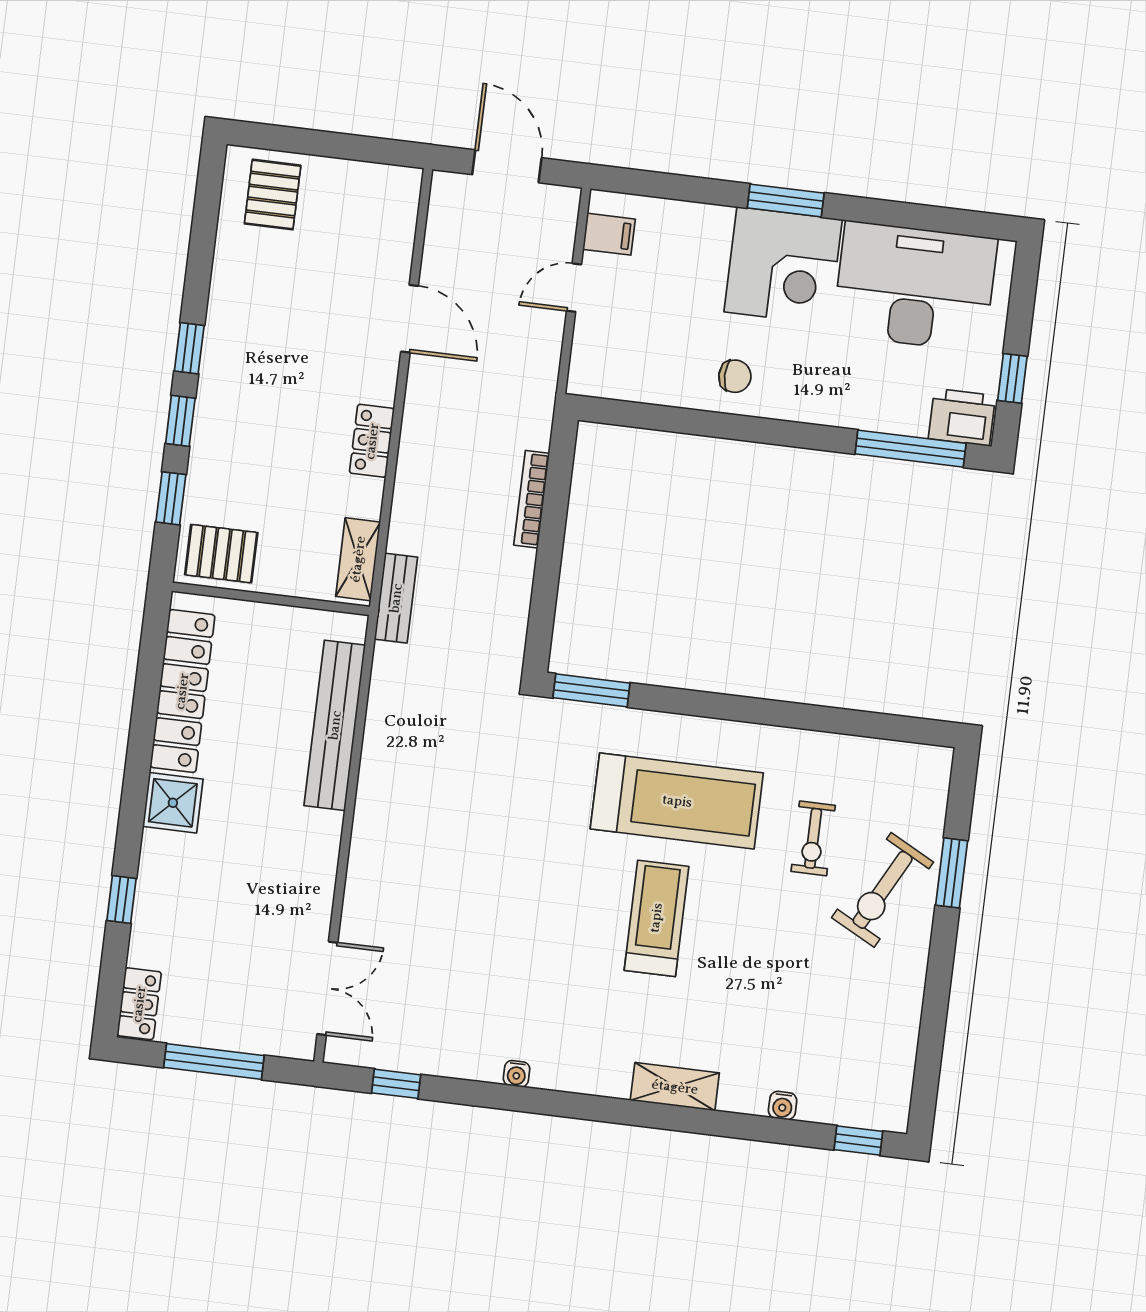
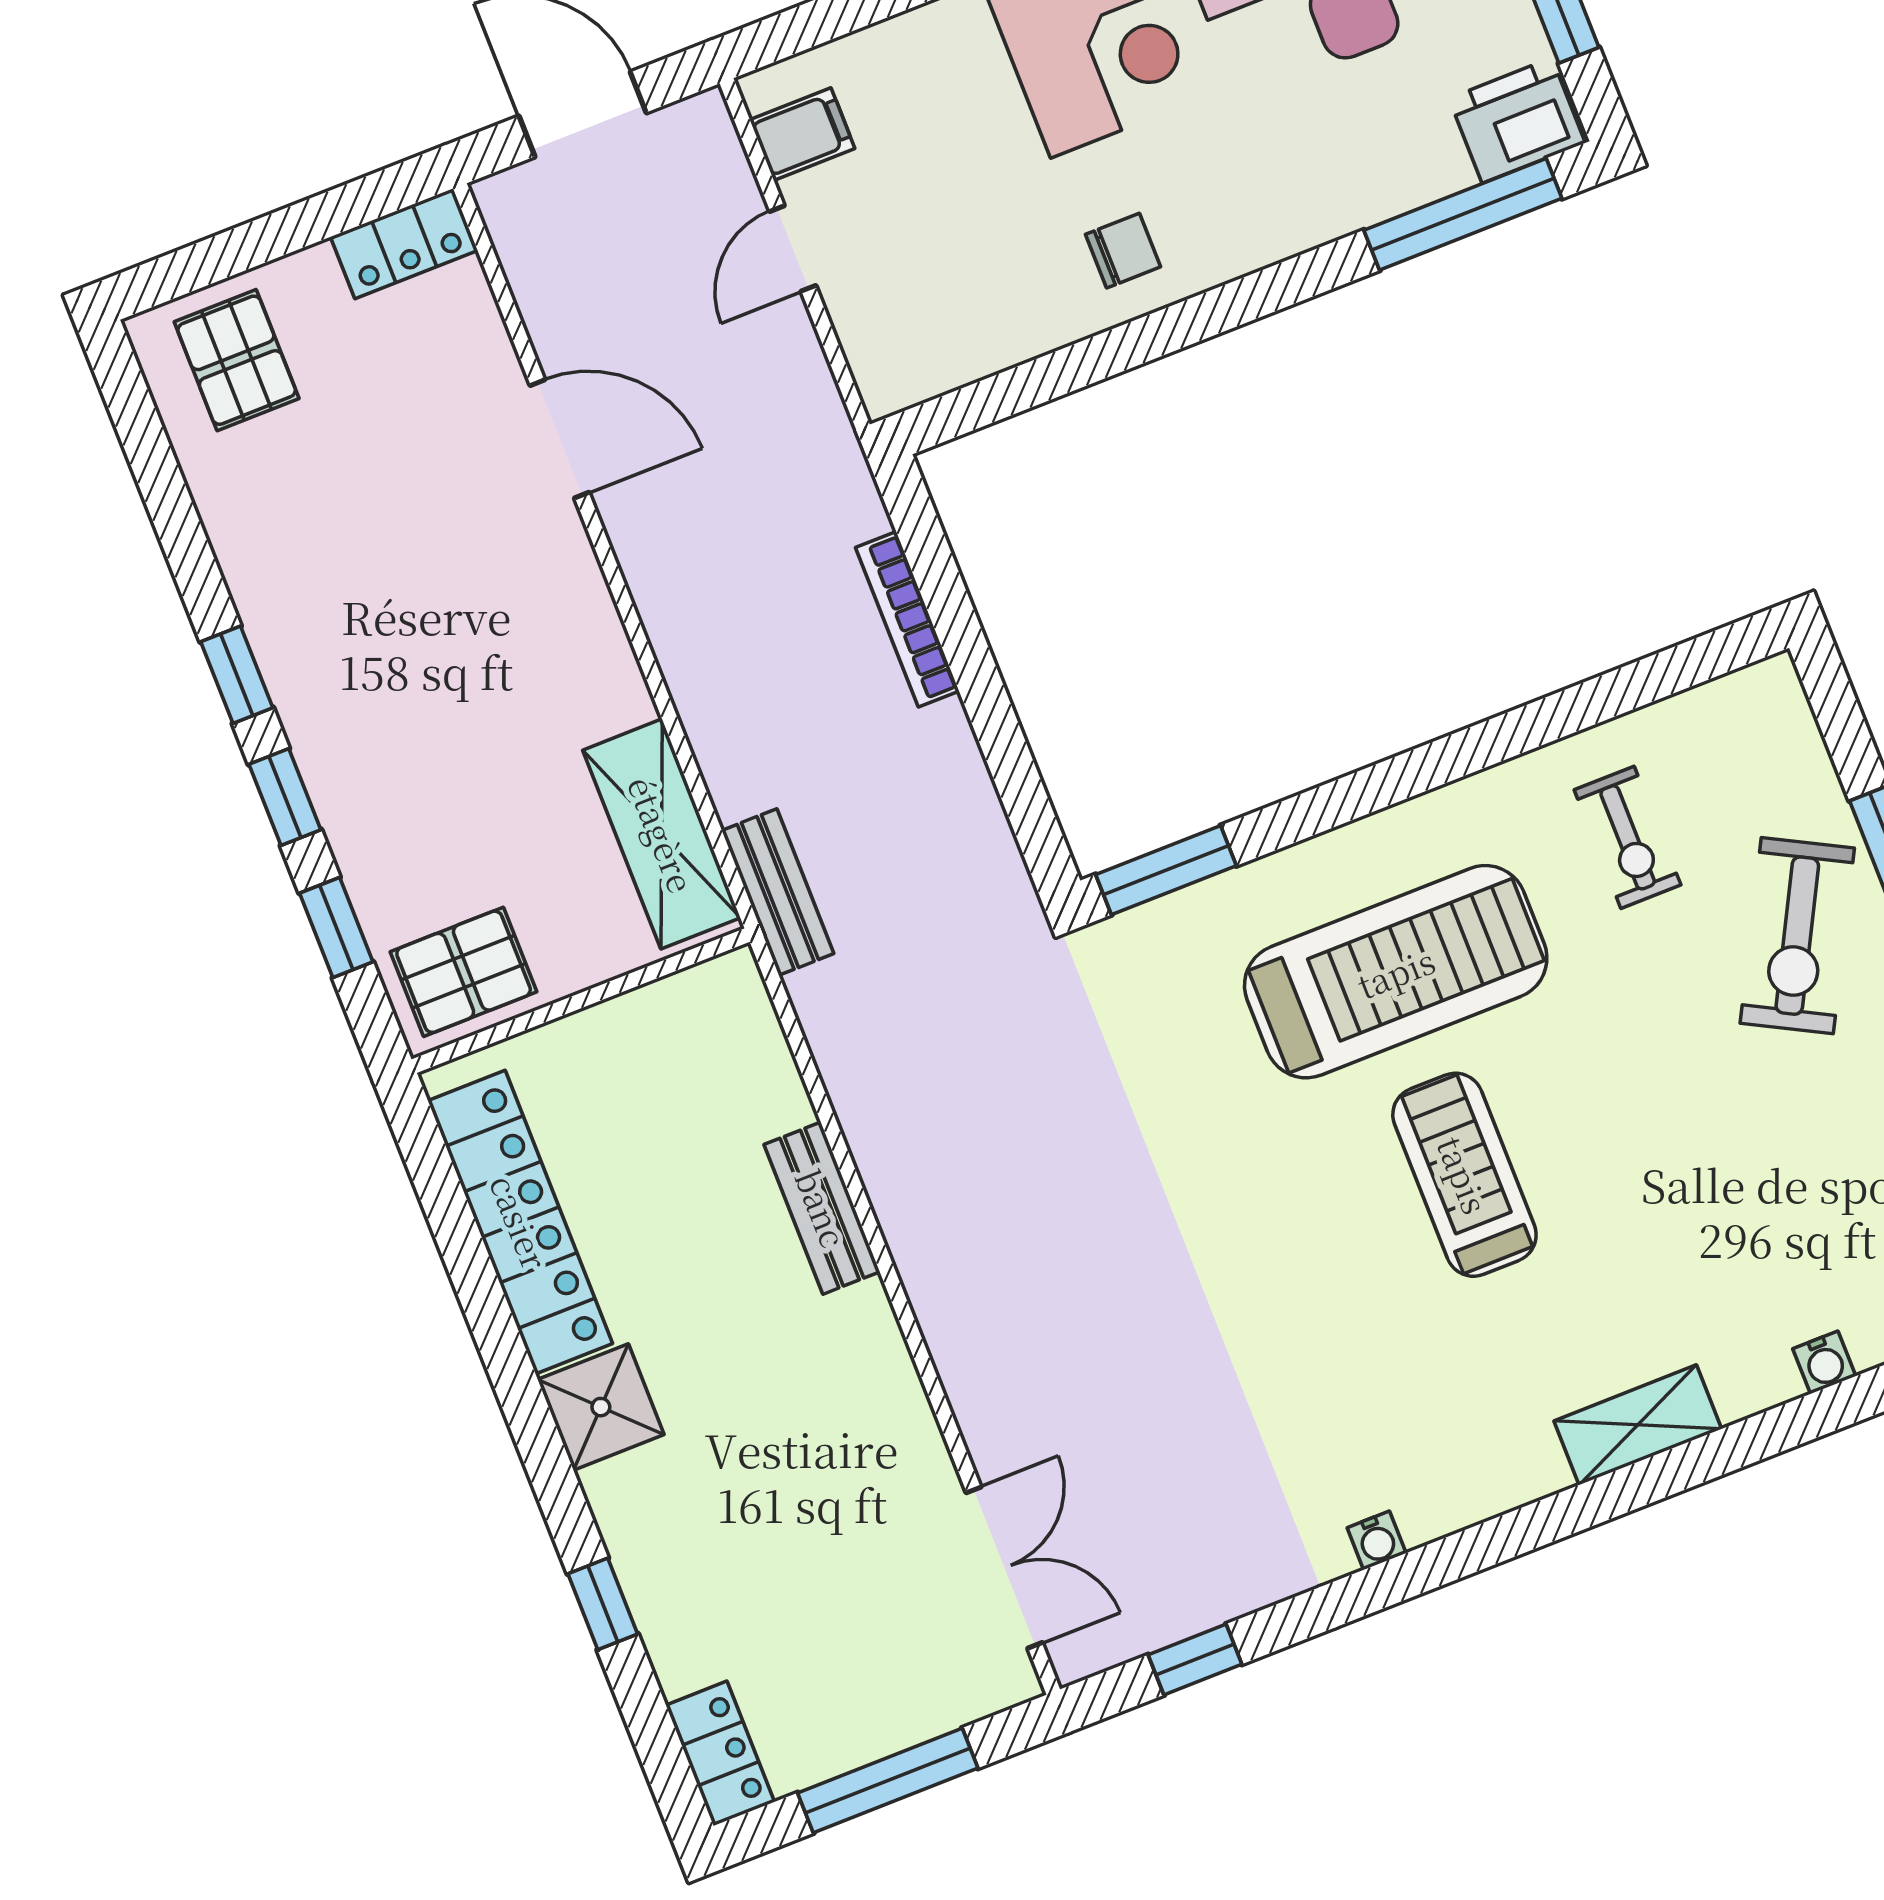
locker: (372, 441) -> (404, 244), moved, turned -90
shelving: (358, 559) -> (662, 834), width x1.50, depth x1.33
bench: (335, 725) -> (822, 1208), width x0.54, depth x0.82
exercise bike: (813, 838) -> (1628, 837), moved

